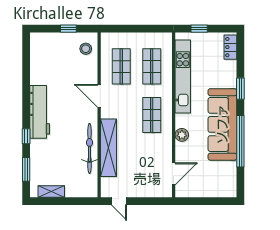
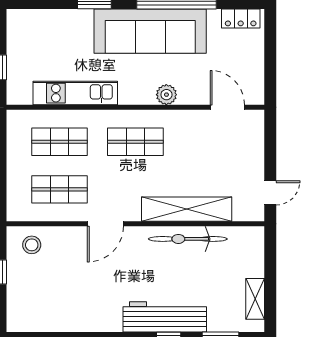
locker: (230, 47) -> (241, 19), moved
kitchen unit: (183, 77) -> (75, 93), width x0.73
workbench: (40, 112) -> (165, 317), moved

